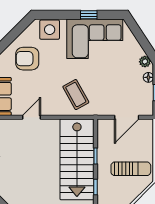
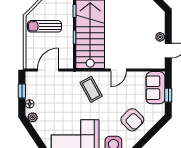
armchair: (27, 59) -> (132, 120), turned 45
door: (31, 117) -> (119, 70), moved

